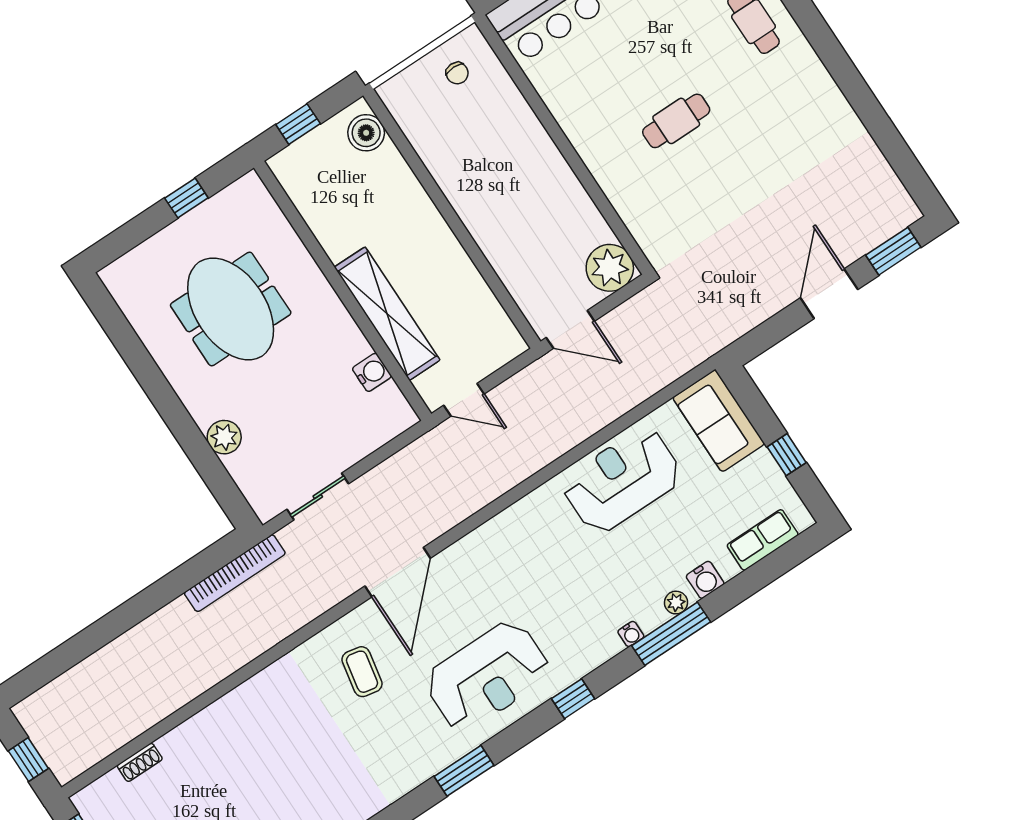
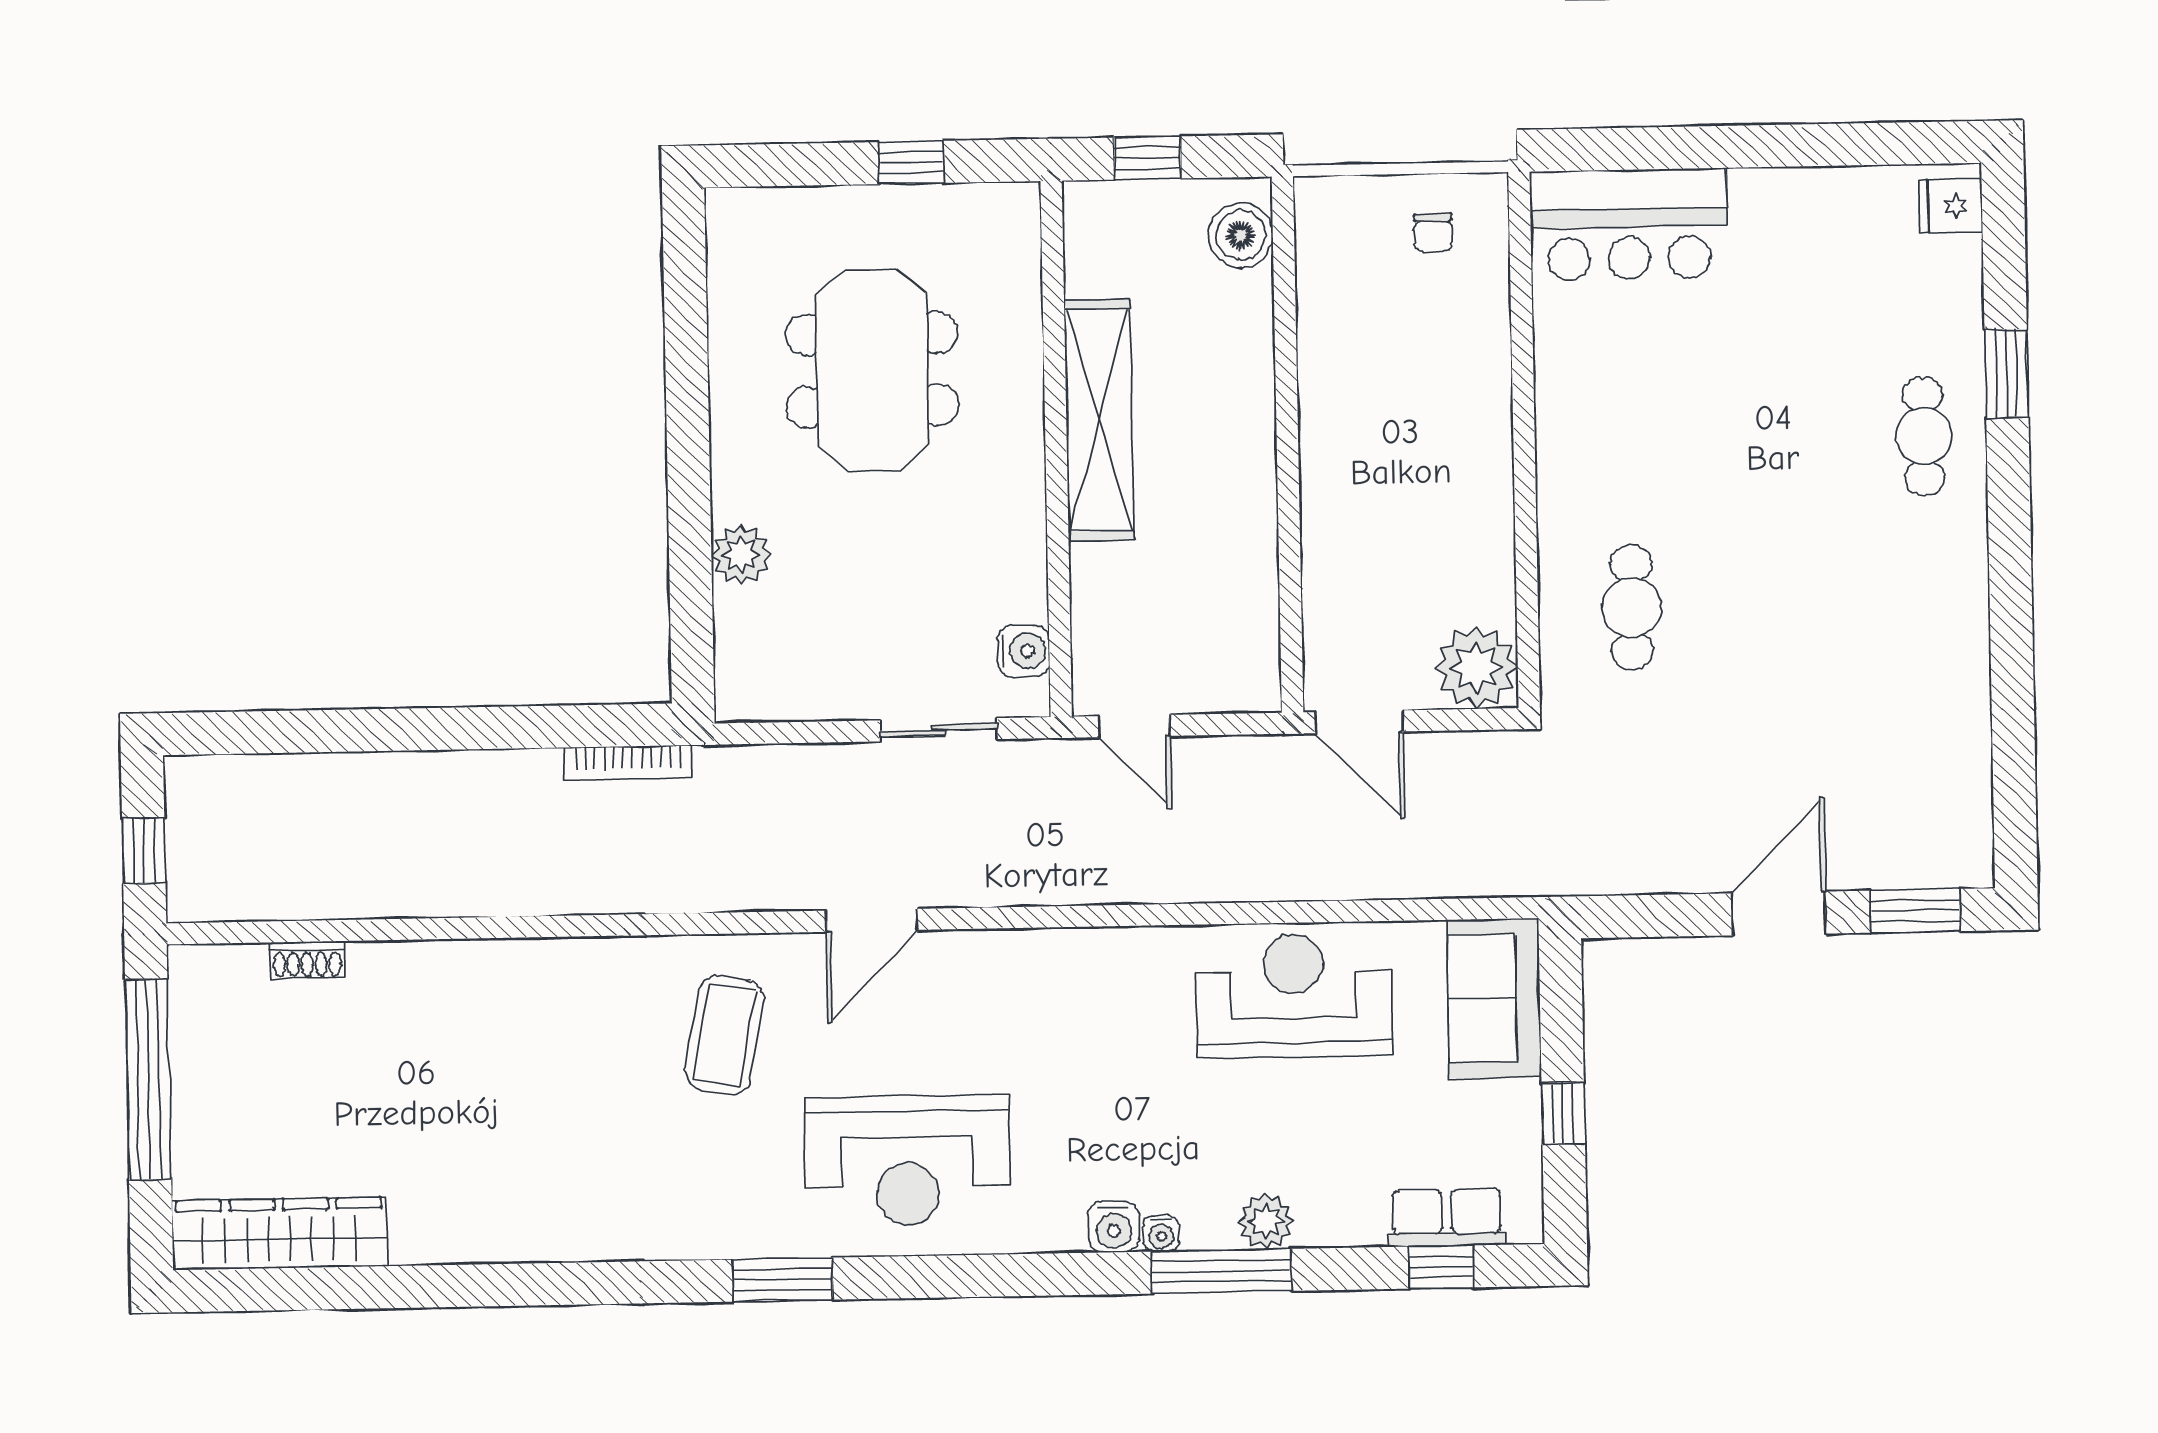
cafe table: (676, 121) -> (1632, 608), moved, turned 90
shelving: (387, 314) -> (1099, 420), moved
water cooler: (372, 372) -> (1024, 651), moved
sliding door: (318, 496) -> (939, 730), moved
door: (398, 572) -> (872, 920), width x0.73
bookcase: (235, 573) -> (628, 763), width x0.68, depth x0.76
water cooler: (705, 580) -> (1114, 1227), moved
plant: (676, 603) -> (1266, 1221), width x1.38, depth x1.38
coffee table: (362, 672) -> (725, 1035), width x1.36, depth x1.30
window: (573, 699) -> (1441, 1267), moved

